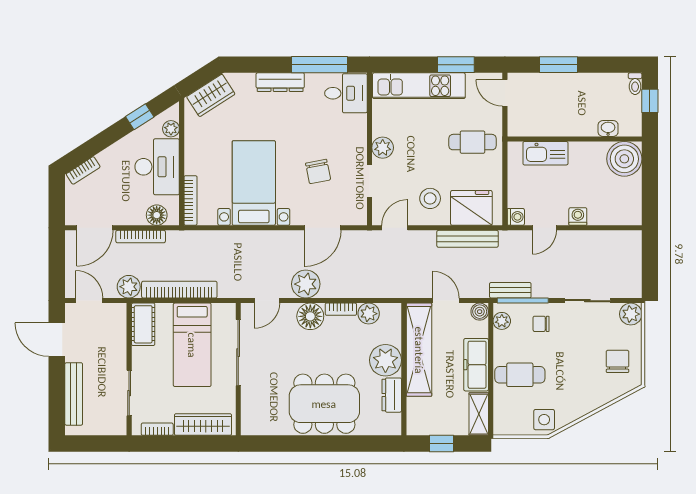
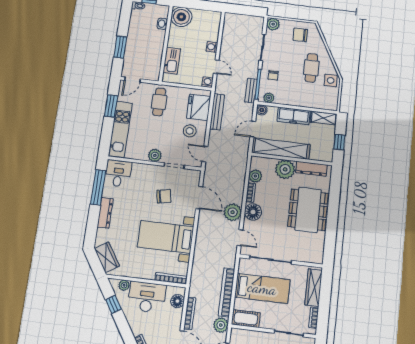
cafe table: (520, 375) -> (311, 68), moved
dresser: (392, 395) -> (311, 169), width x1.44

